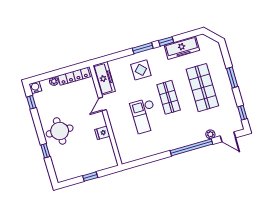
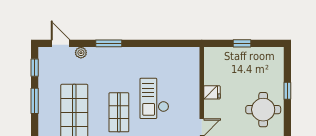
window: (232, 78) -> (35, 101), moved
checkout: (145, 116) -> (154, 98), turned 180
window: (191, 147) -> (109, 43), width x0.47

